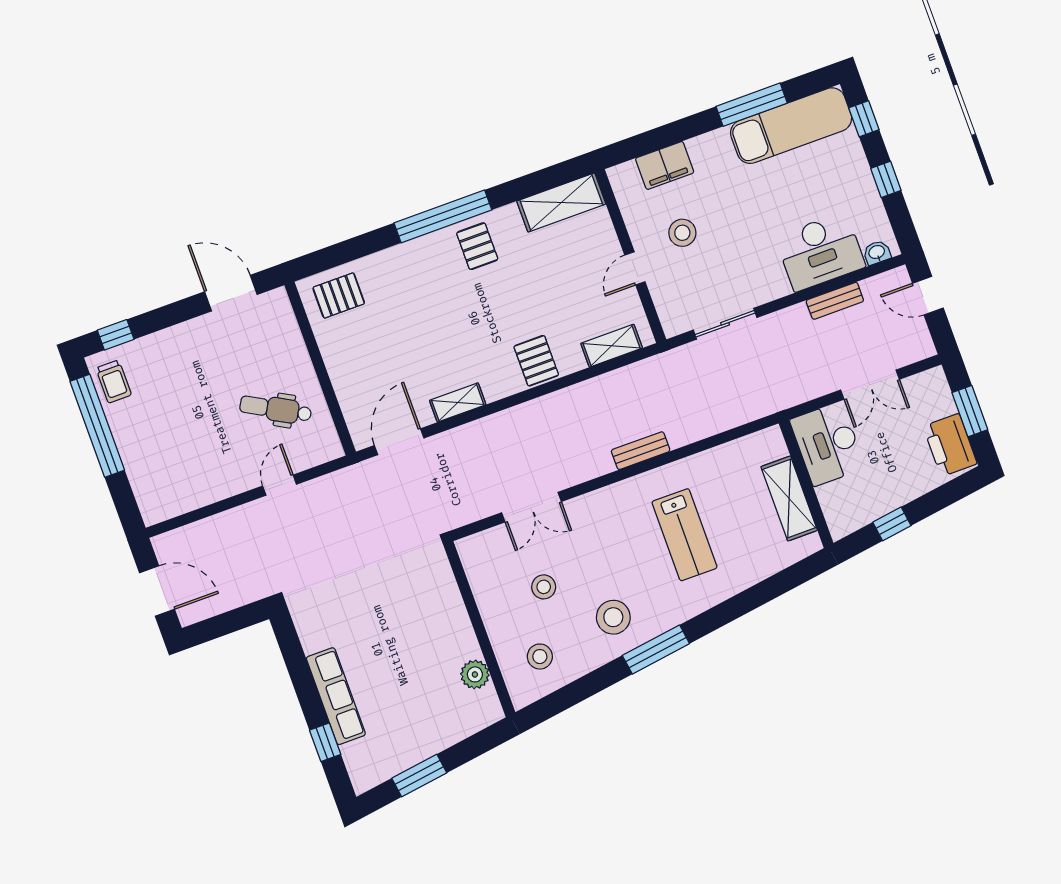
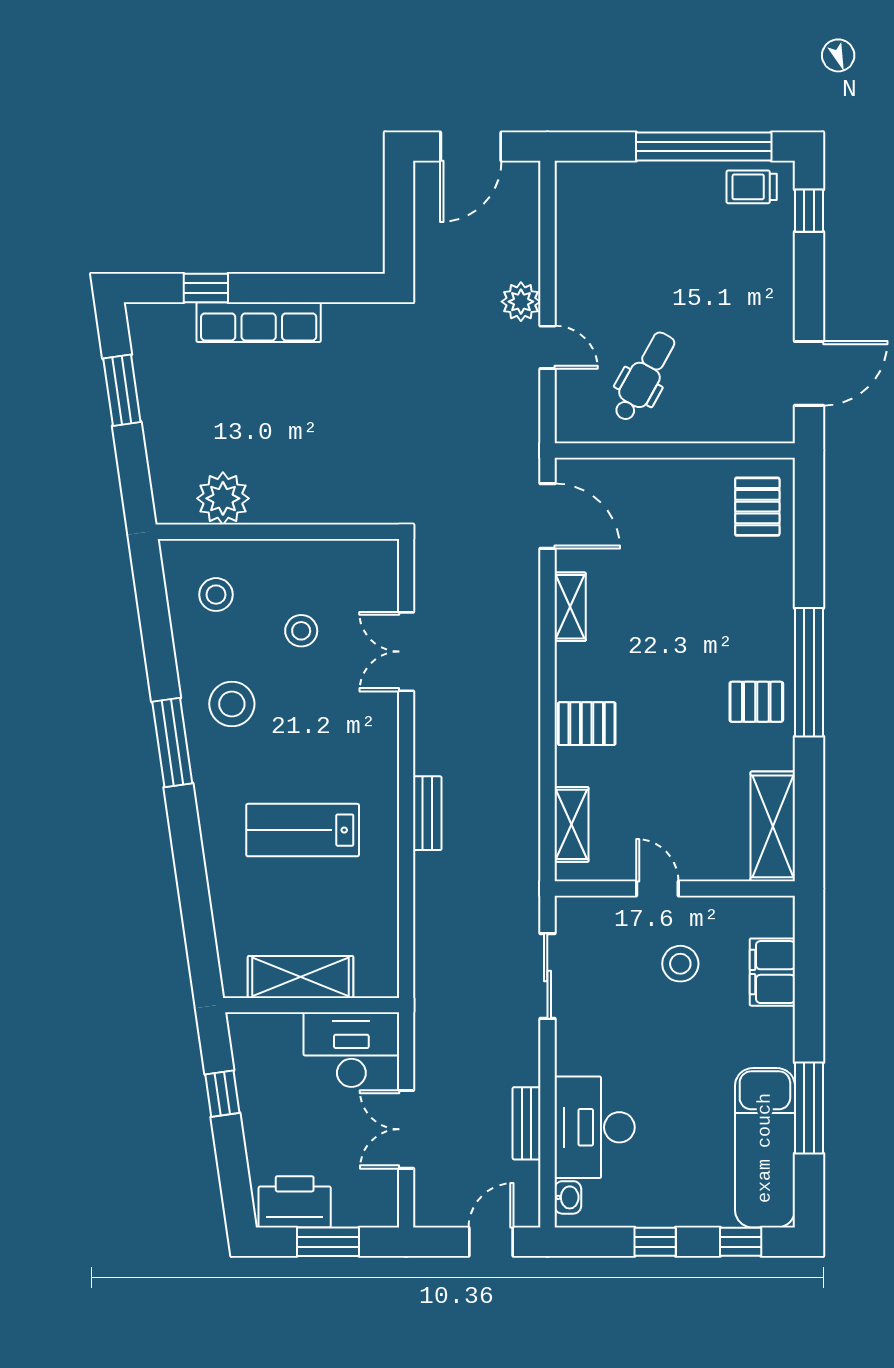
plant: (254, 516) -> (521, 302), added
plant: (475, 674) -> (223, 498), width x1.36, depth x1.36

